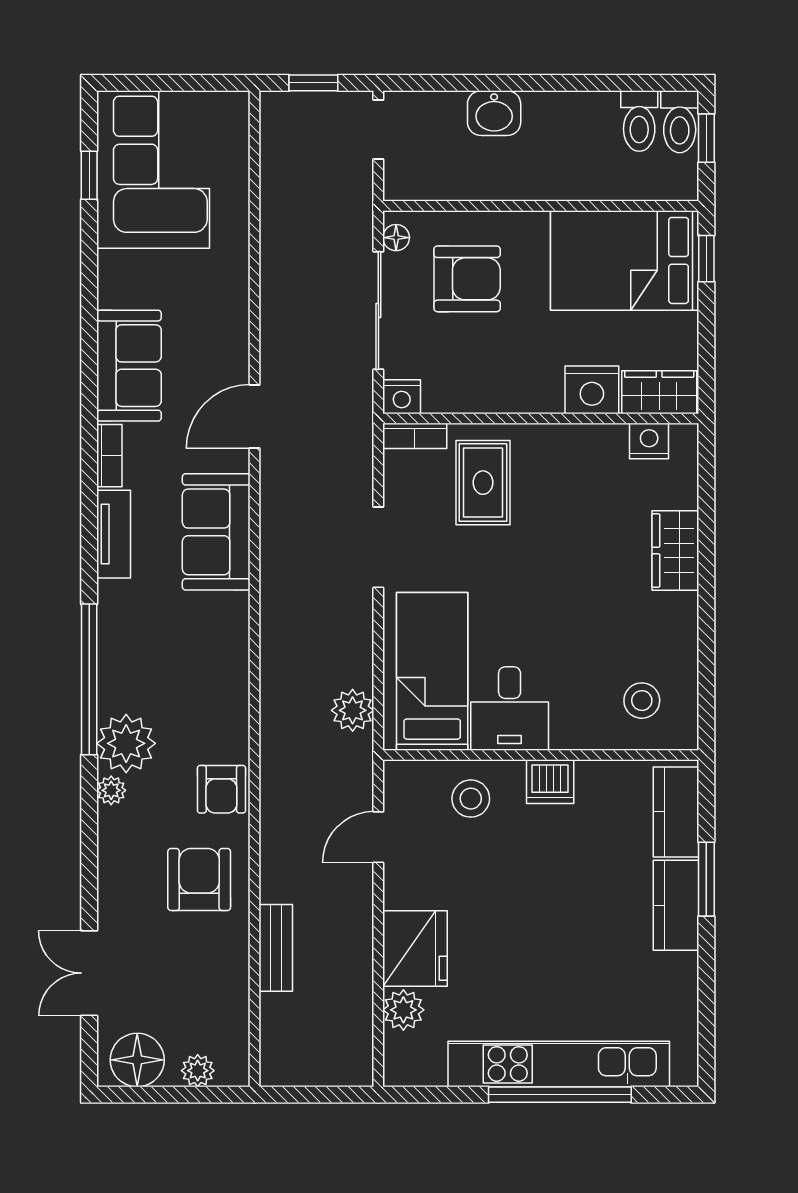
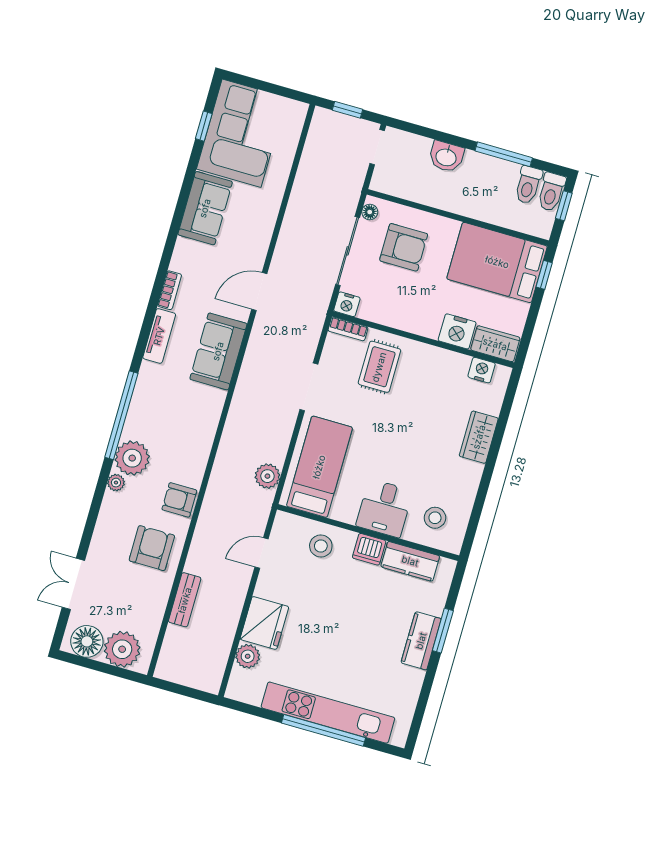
window: (586, 83) -> (504, 154), added
sofa: (129, 366) -> (205, 208), moved
desk: (510, 709) -> (384, 508), moved
armchair: (221, 789) -> (179, 500), turned 90
kitchen counter: (676, 812) -> (410, 561), moved, turned -90
plant: (198, 1071) -> (122, 649), width x1.88, depth x1.88

